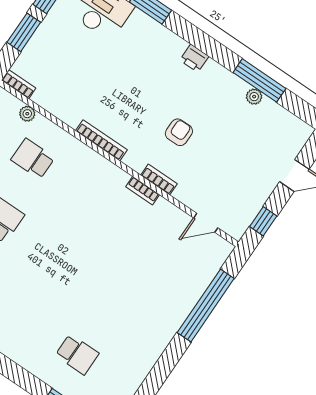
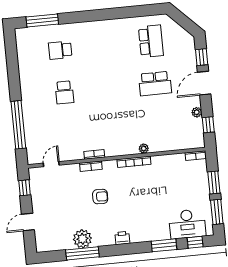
plant: (254, 97) -> (82, 239), width x1.87, depth x1.87
plant: (27, 114) -> (144, 149), moved
armchair: (179, 132) -> (100, 197), turned -89
school desk: (33, 159) -> (64, 92), moved, turned 90

